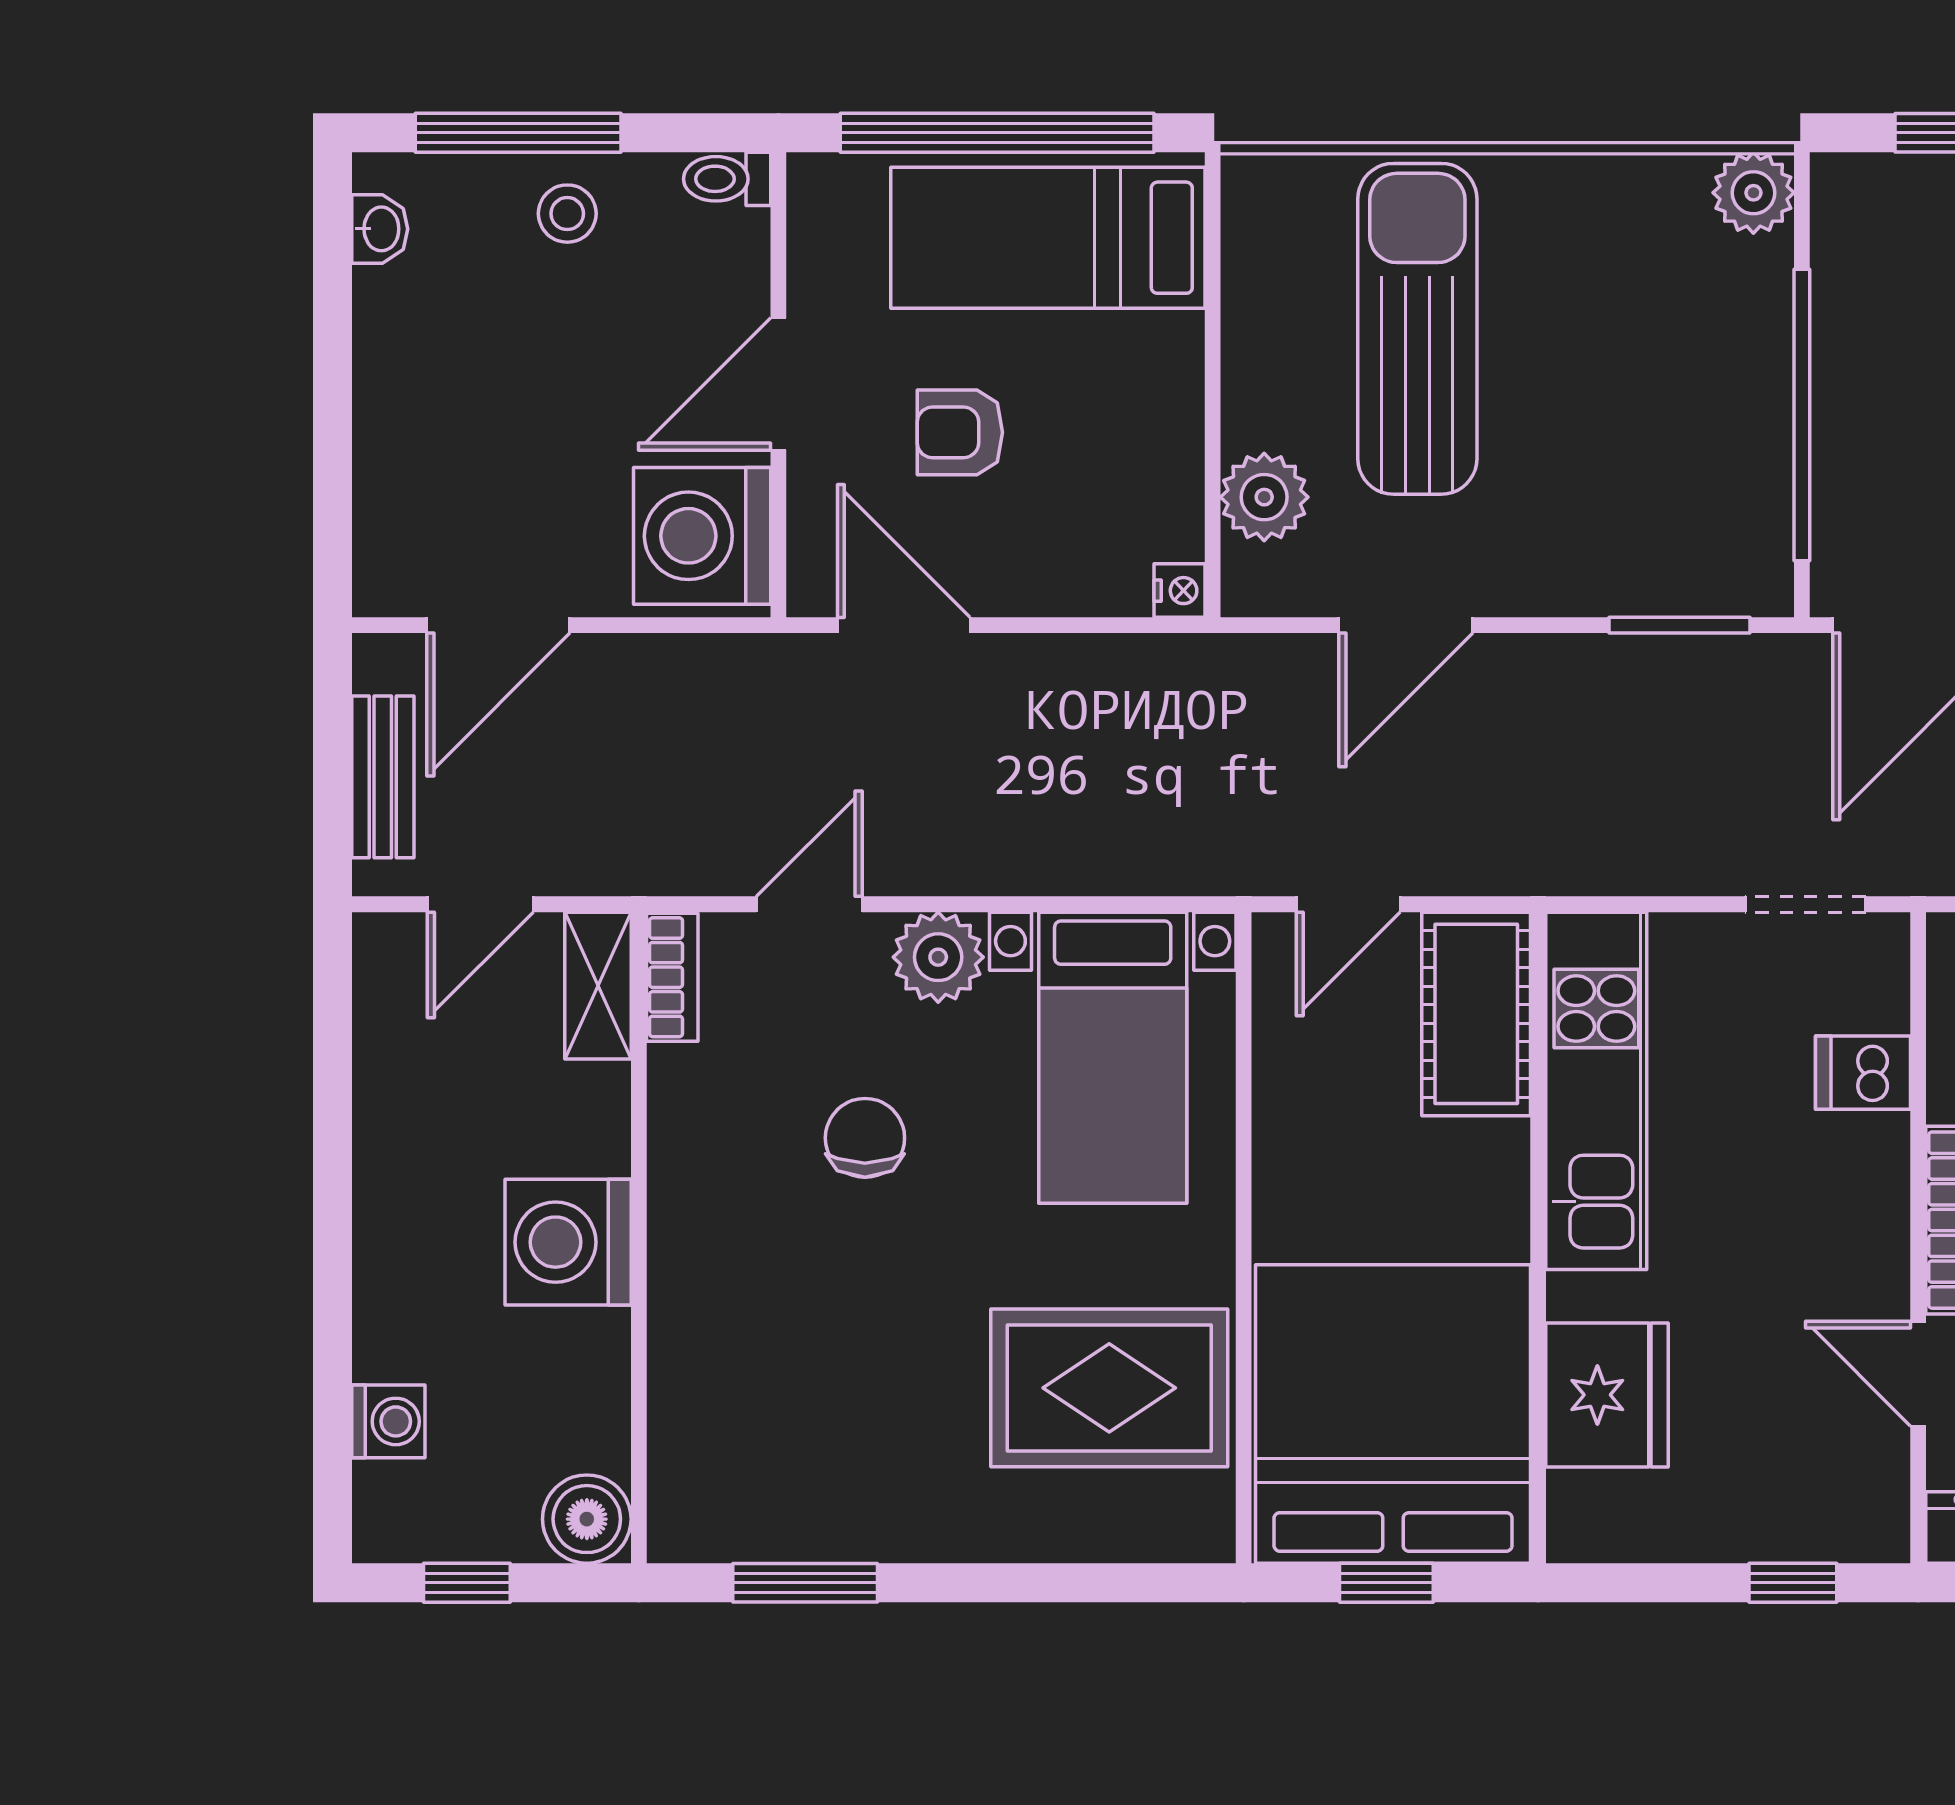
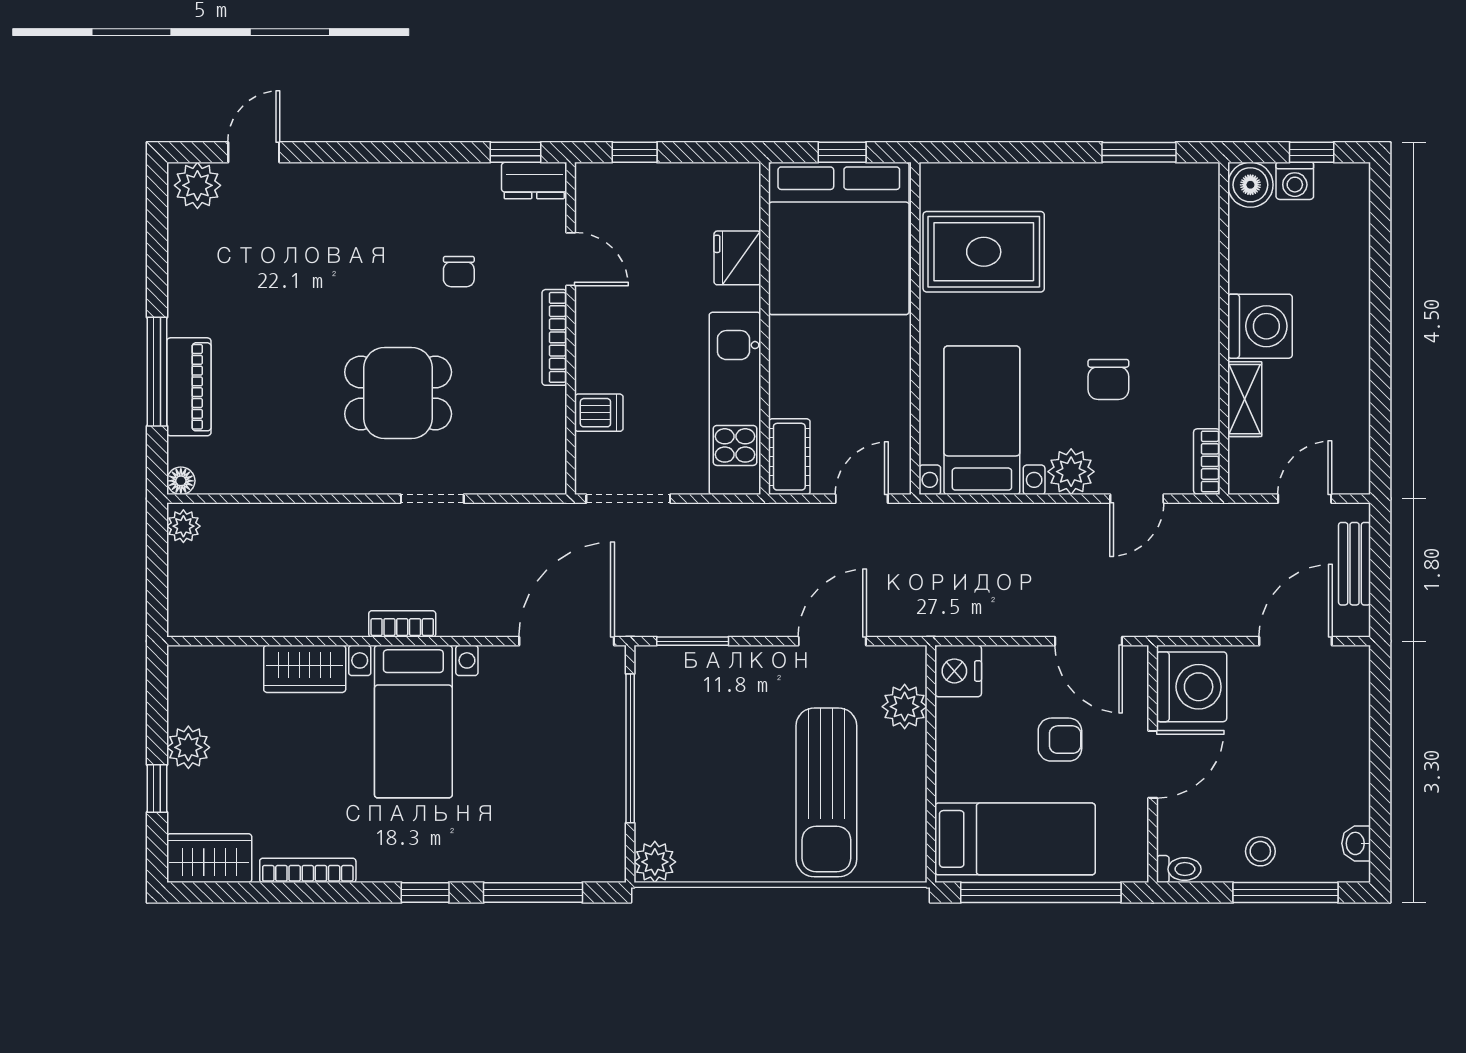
nightstand: (1179, 591) -> (958, 671), width x1.89, depth x1.79
doorway: (1805, 904) -> (628, 499), width x1.38
shelving: (598, 986) -> (1245, 399), moved
cot: (1476, 1014) -> (789, 457), width x0.73, depth x0.75
fridge: (1607, 1395) -> (737, 258), width x0.73, depth x0.75
washing machine: (388, 1421) -> (1295, 181), moved, turned -90

